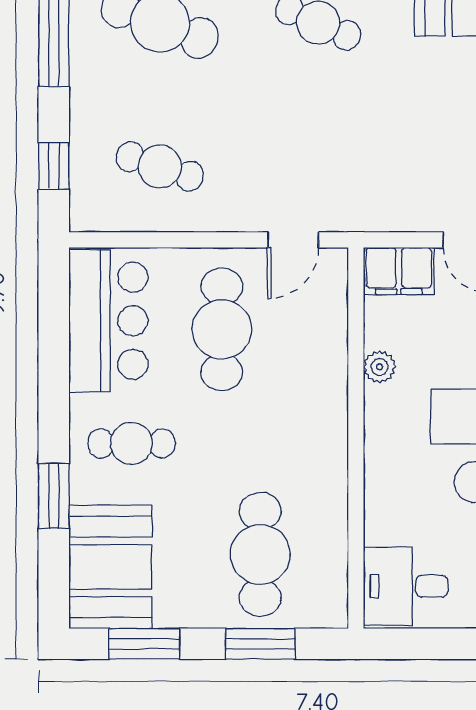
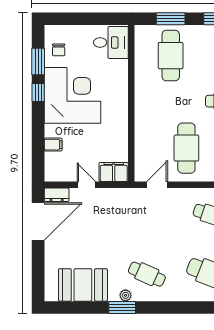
plant: (380, 367) -> (122, 133), removed

